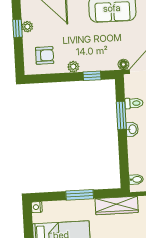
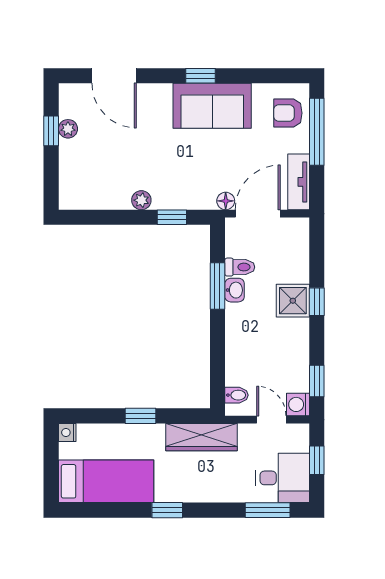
armchair: (45, 55) -> (94, 179), removed
washbasin: (132, 129) -> (235, 290), moved
window: (80, 195) -> (140, 416), width x0.67

